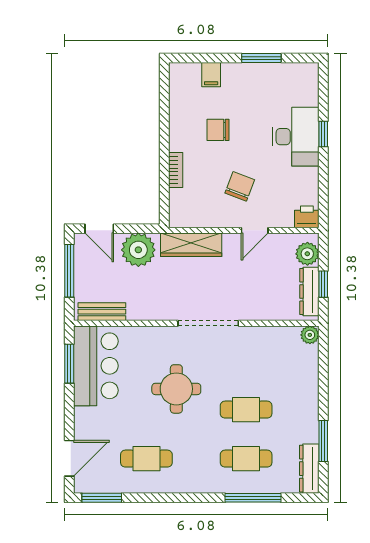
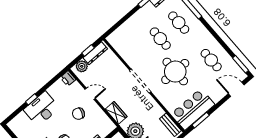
wardrobe: (191, 245) -> (116, 113), width x0.67
plant: (310, 335) -> (111, 39), removed
round table: (176, 389) -> (175, 72), width x1.36, depth x1.36

